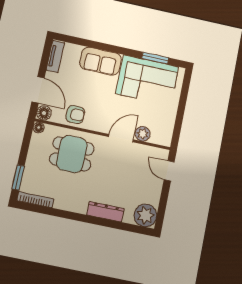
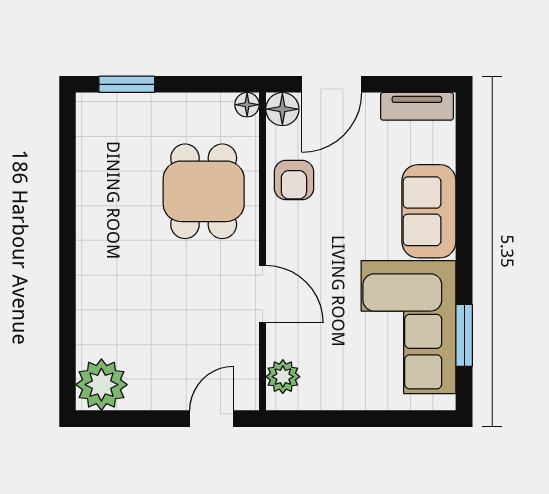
plant: (143, 134) -> (283, 377), moved
bookcase: (35, 200) -> (86, 133), removed
dresser: (105, 212) -> (91, 294), removed

